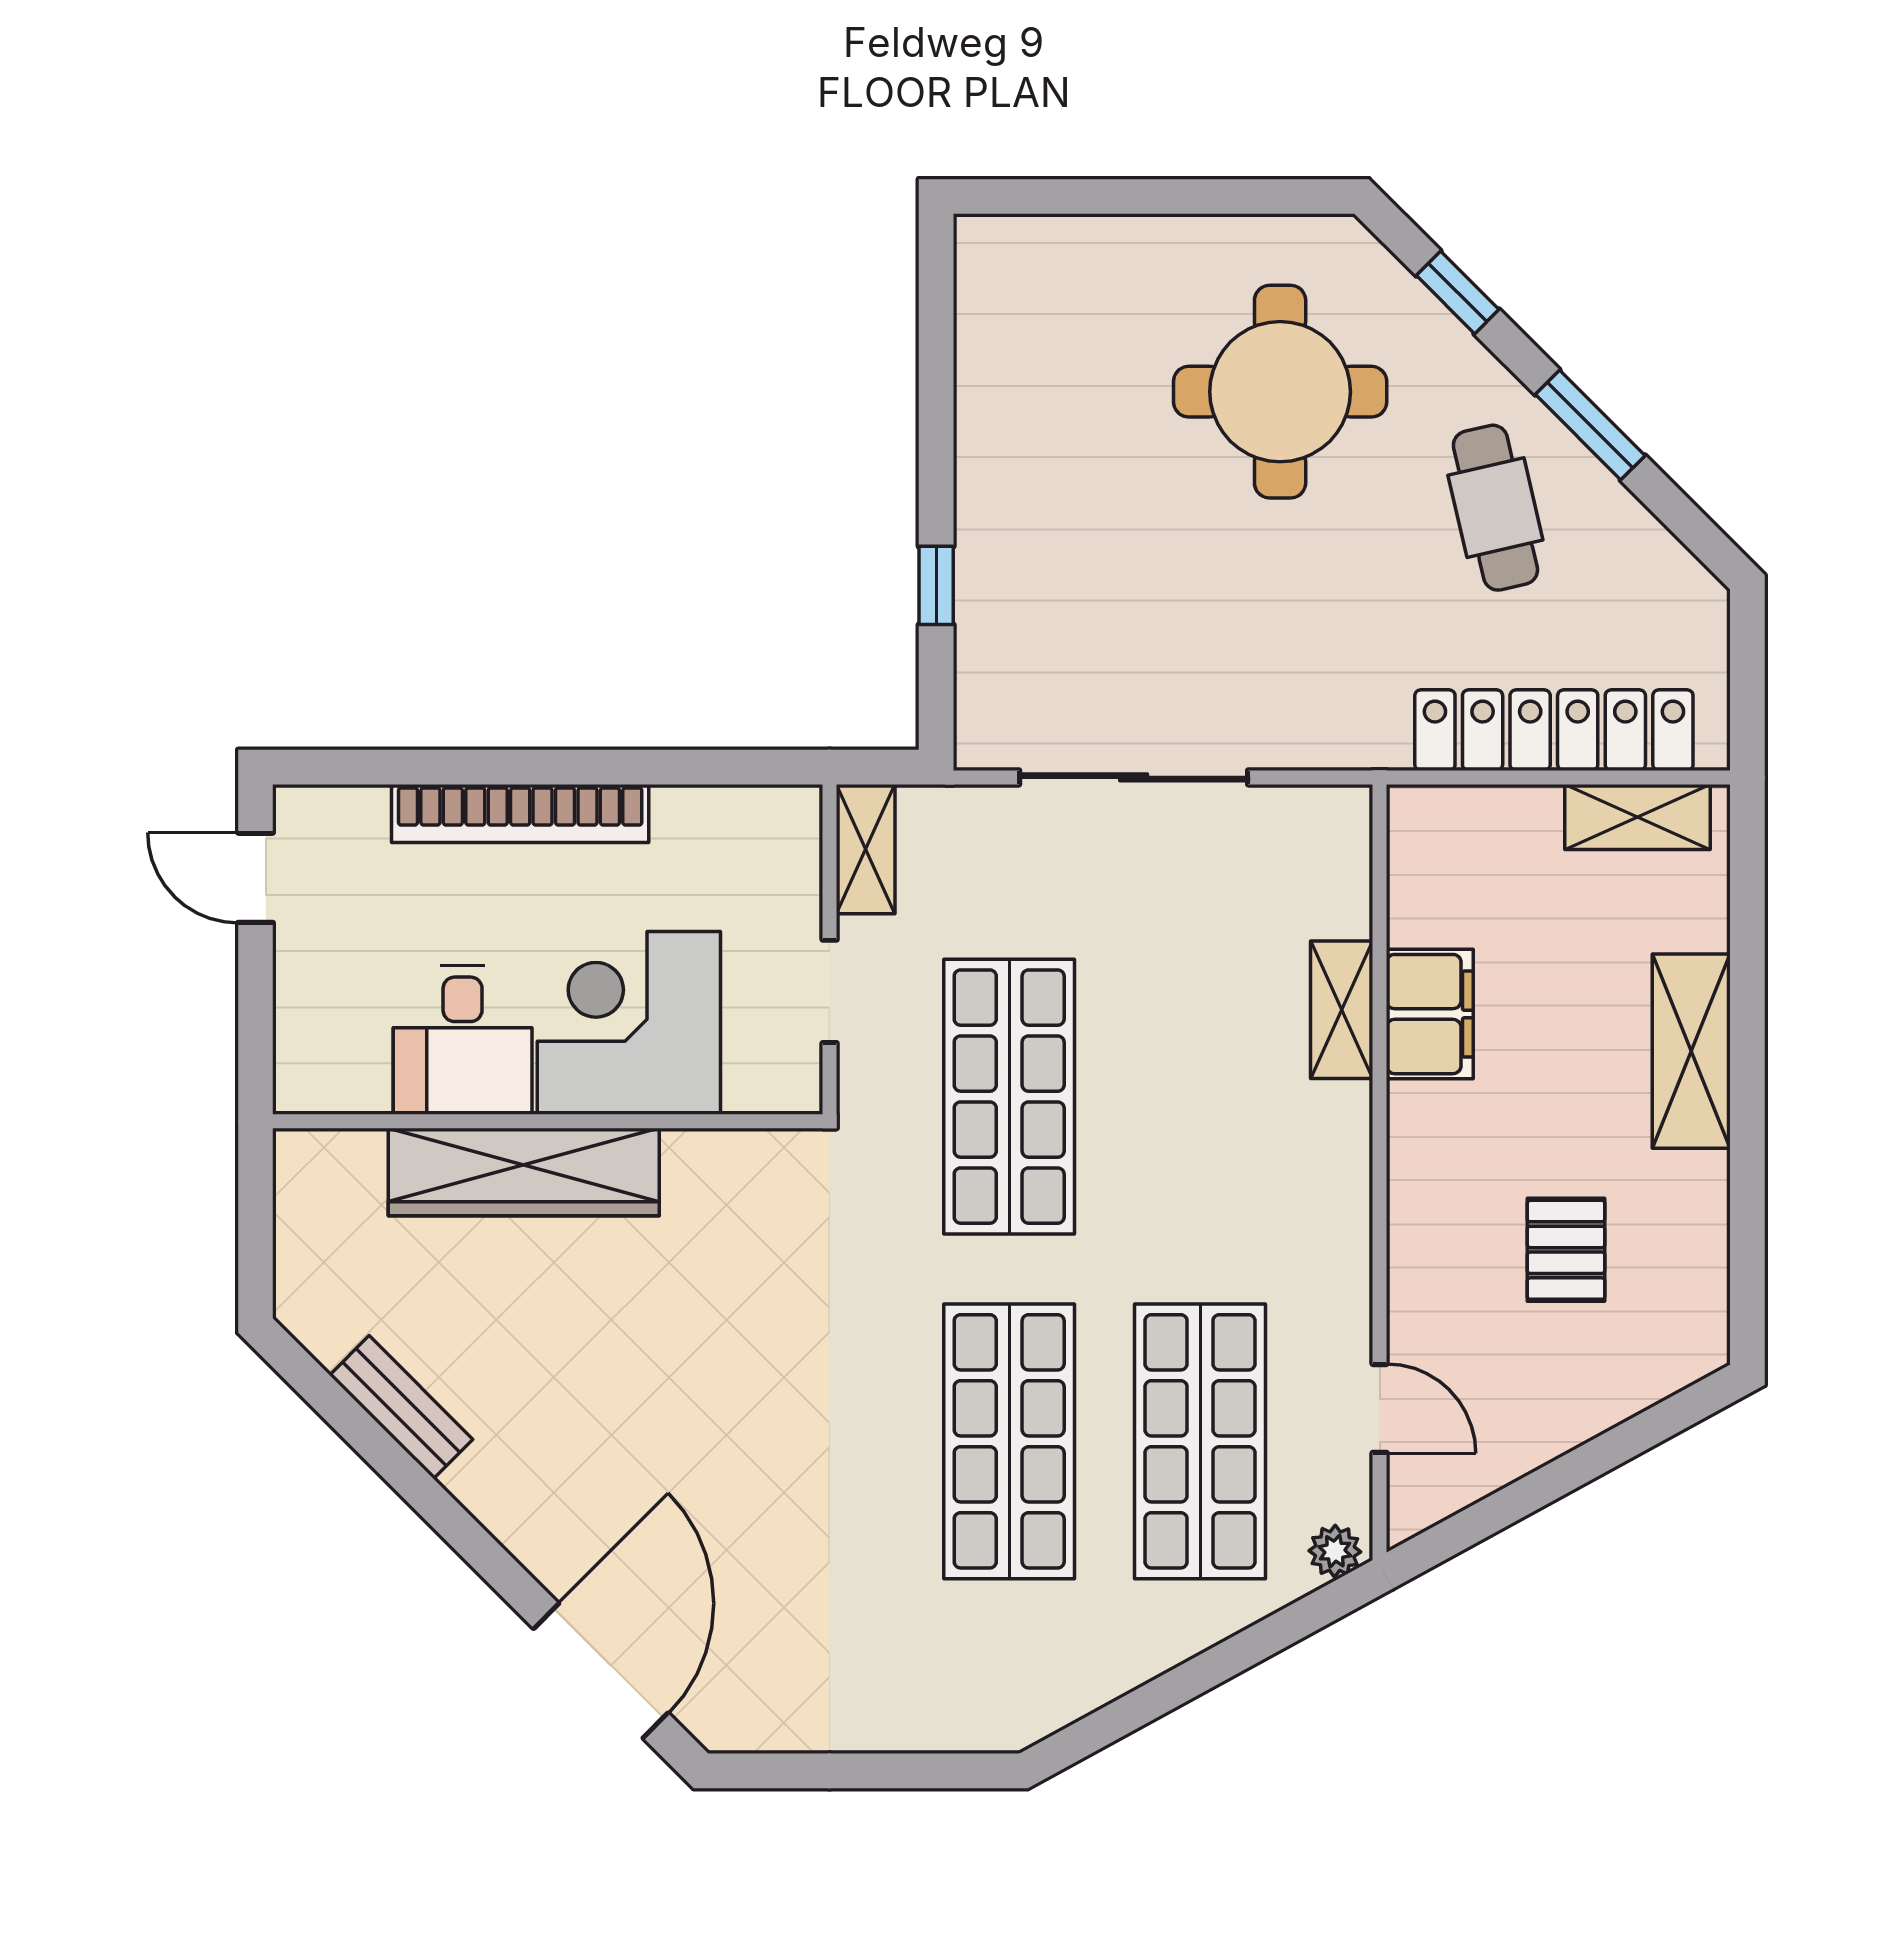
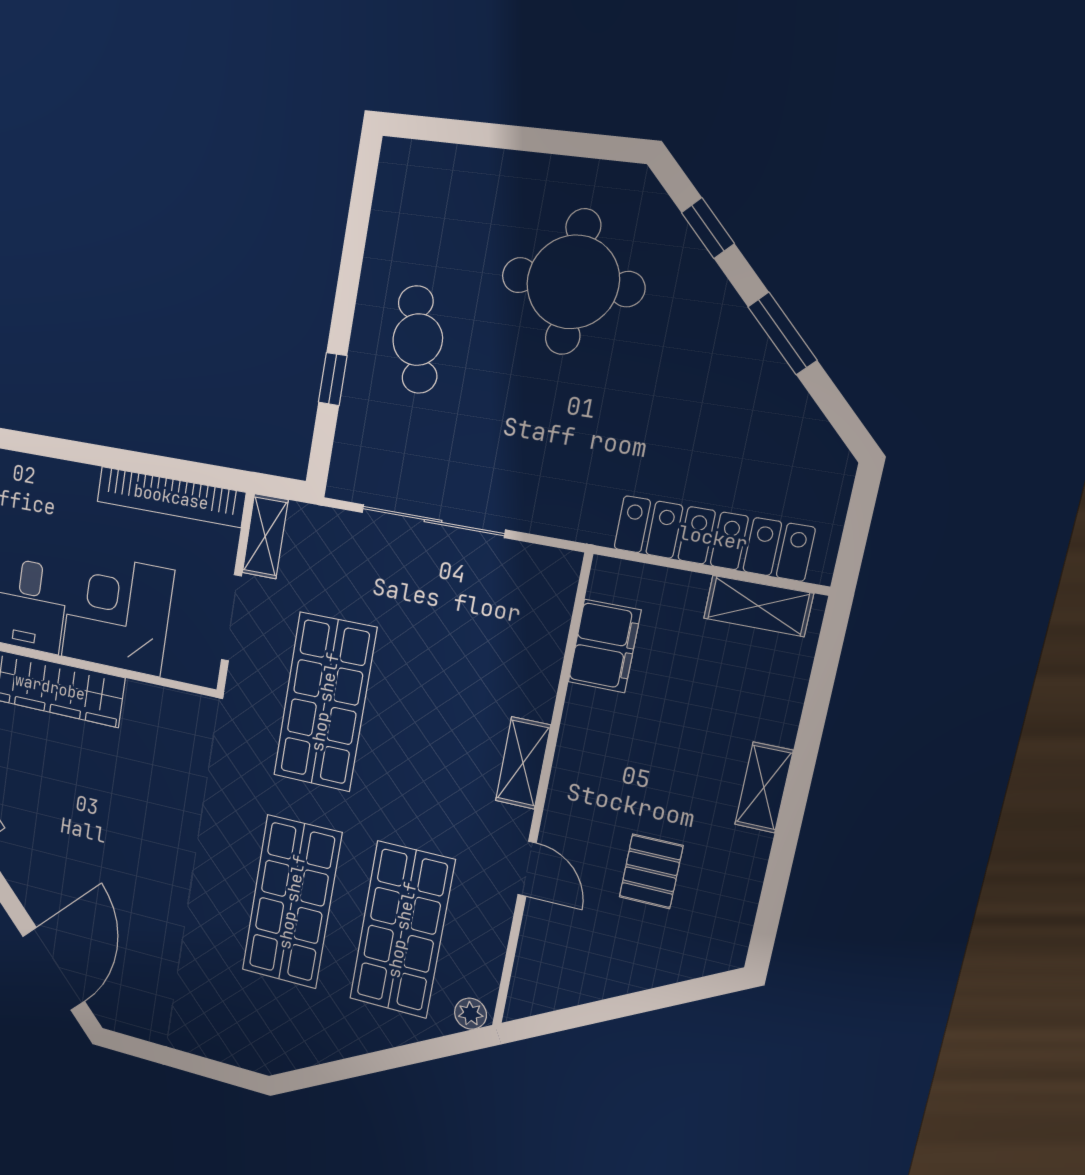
cafe table: (1495, 508) -> (418, 340), moved
bookcase: (520, 813) -> (171, 497), moved
doorway: (830, 991) -> (231, 618), width x1.38
shelving: (1342, 1010) -> (523, 763), moved
filing cabinet: (1430, 1014) -> (605, 646), moved
shelving: (1691, 1051) -> (764, 787), width x0.67, depth x0.75
door: (1380, 1408) -> (527, 869), moved

